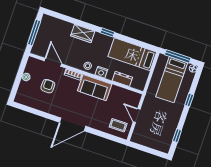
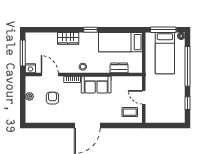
nightstand: (101, 72) -> (30, 68), moved
window: (189, 100) -> (188, 66), width x3.17

